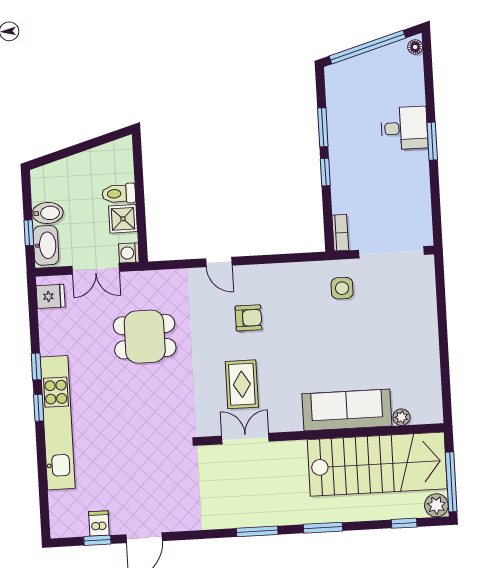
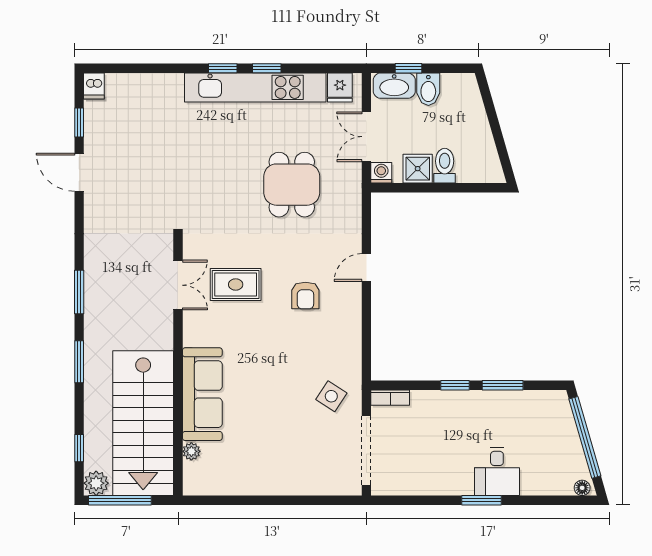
side table: (342, 288) -> (331, 396), turned 33
kitchen unit: (58, 423) -> (255, 87), moved
dishwasher: (99, 523) -> (94, 86), moved, turned 90

